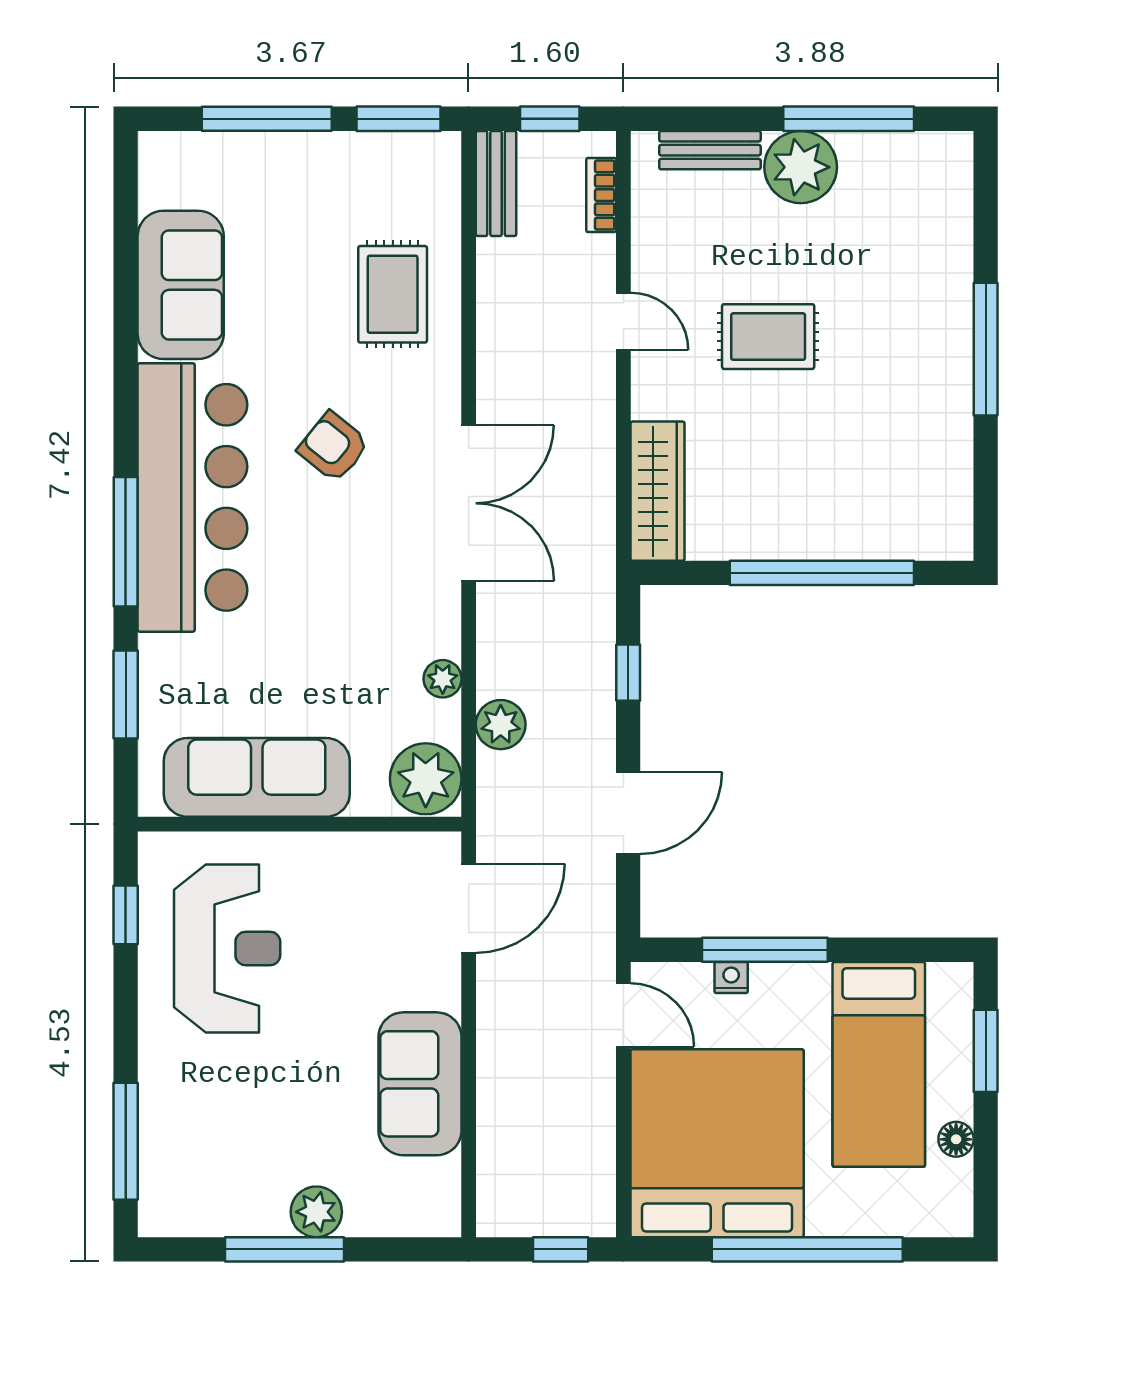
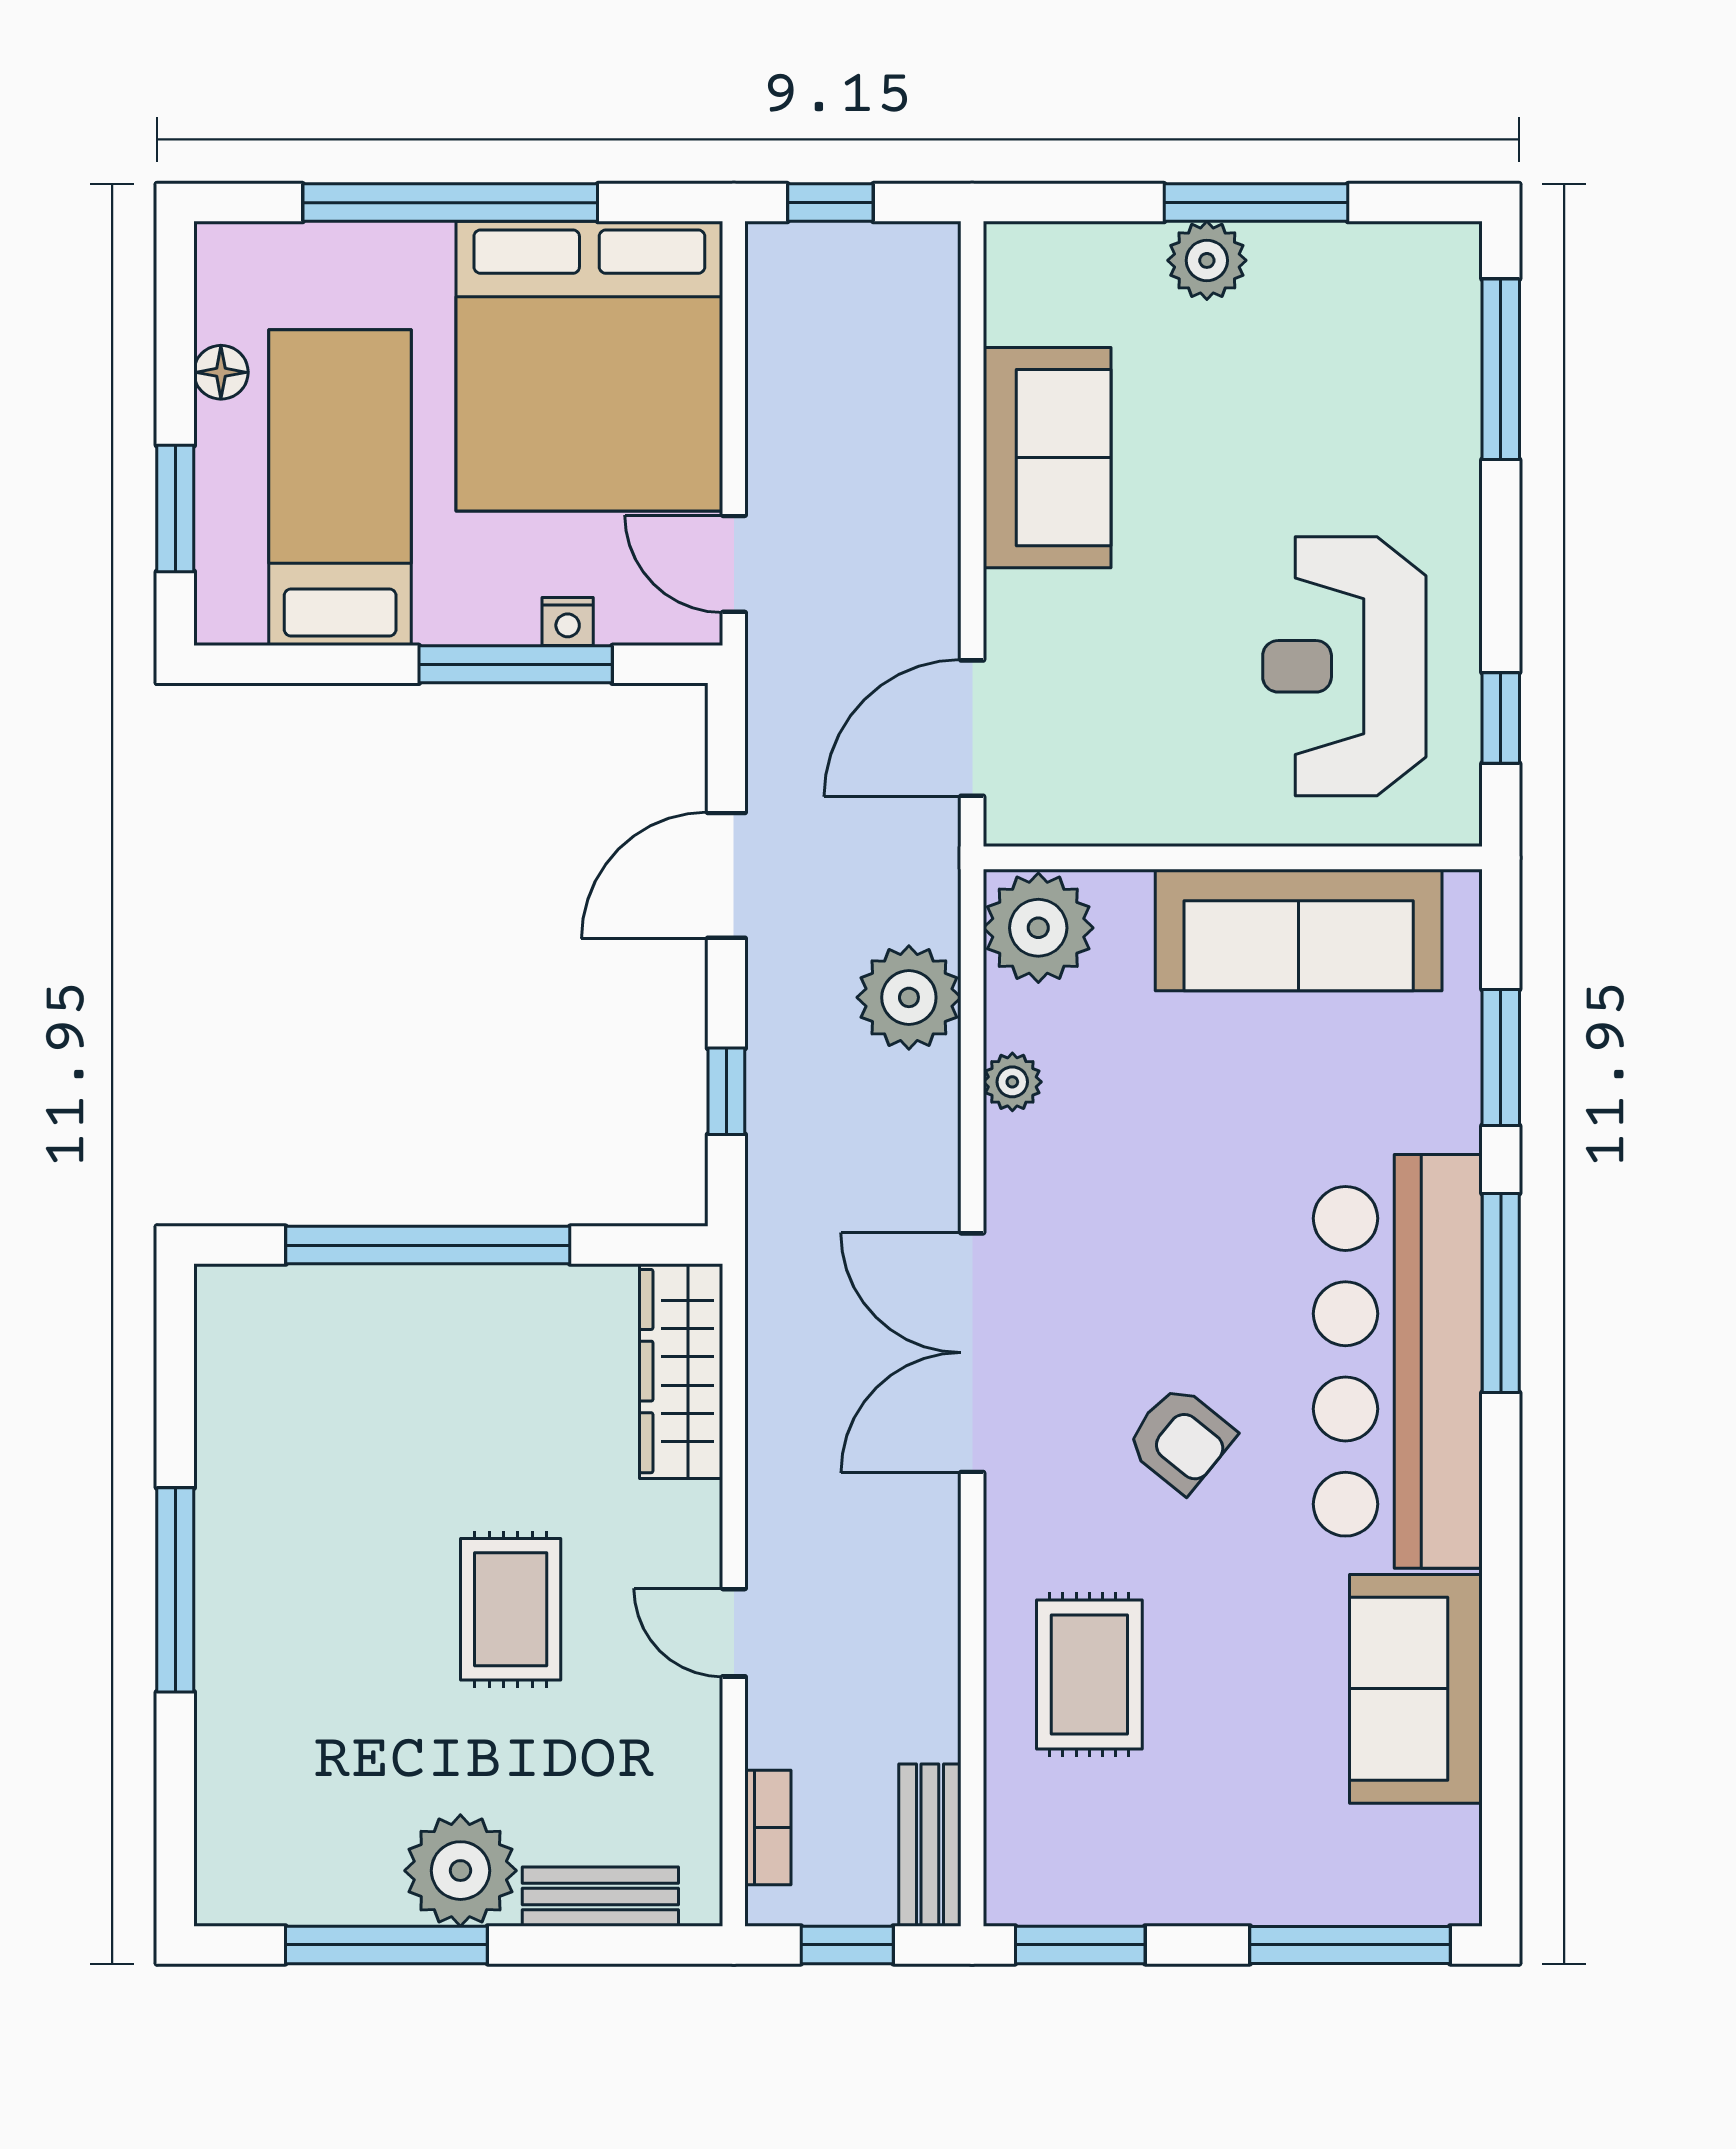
window: (267, 119) -> (1350, 1945), moved
rug: (768, 337) -> (511, 1609), turned 90
plant: (501, 725) -> (909, 997), width x1.36, depth x1.36

